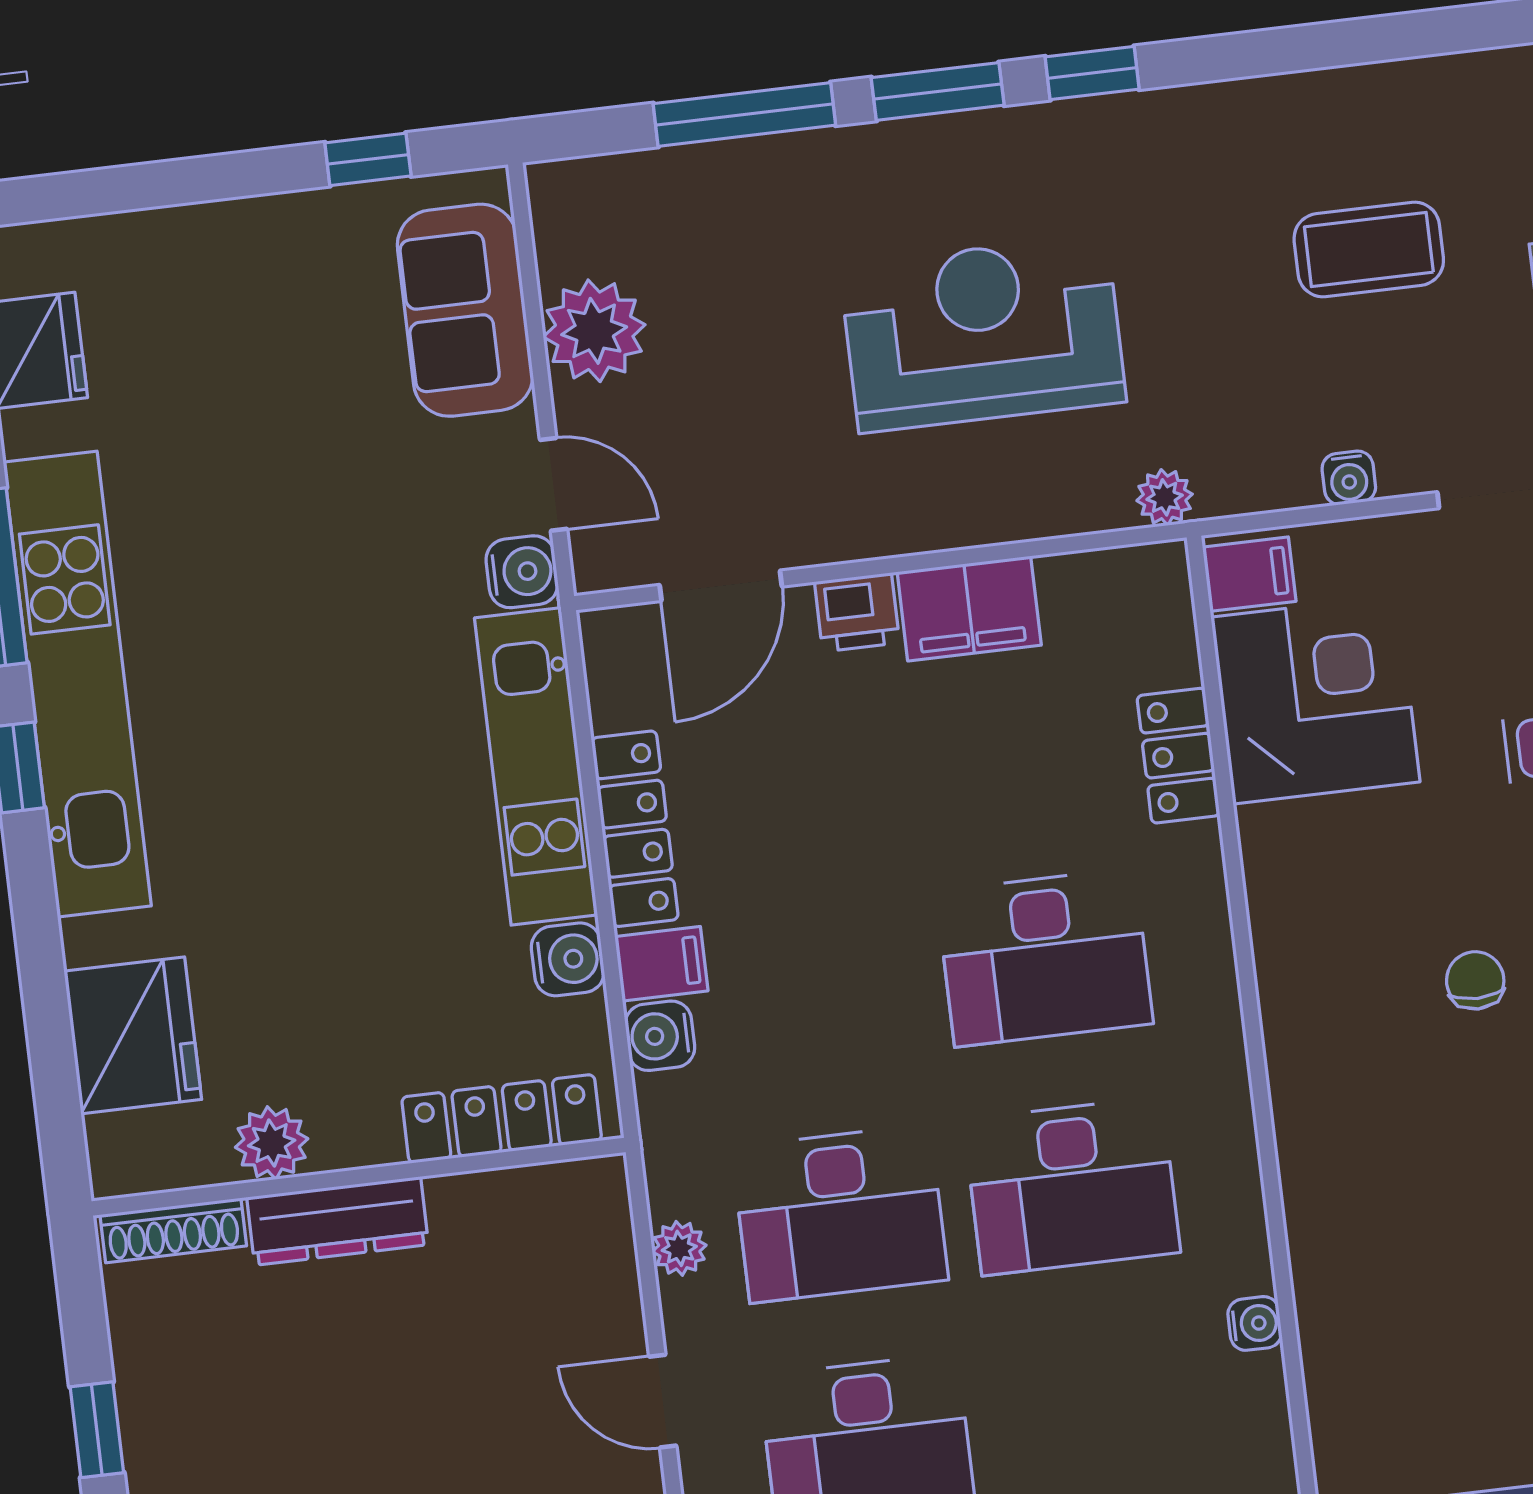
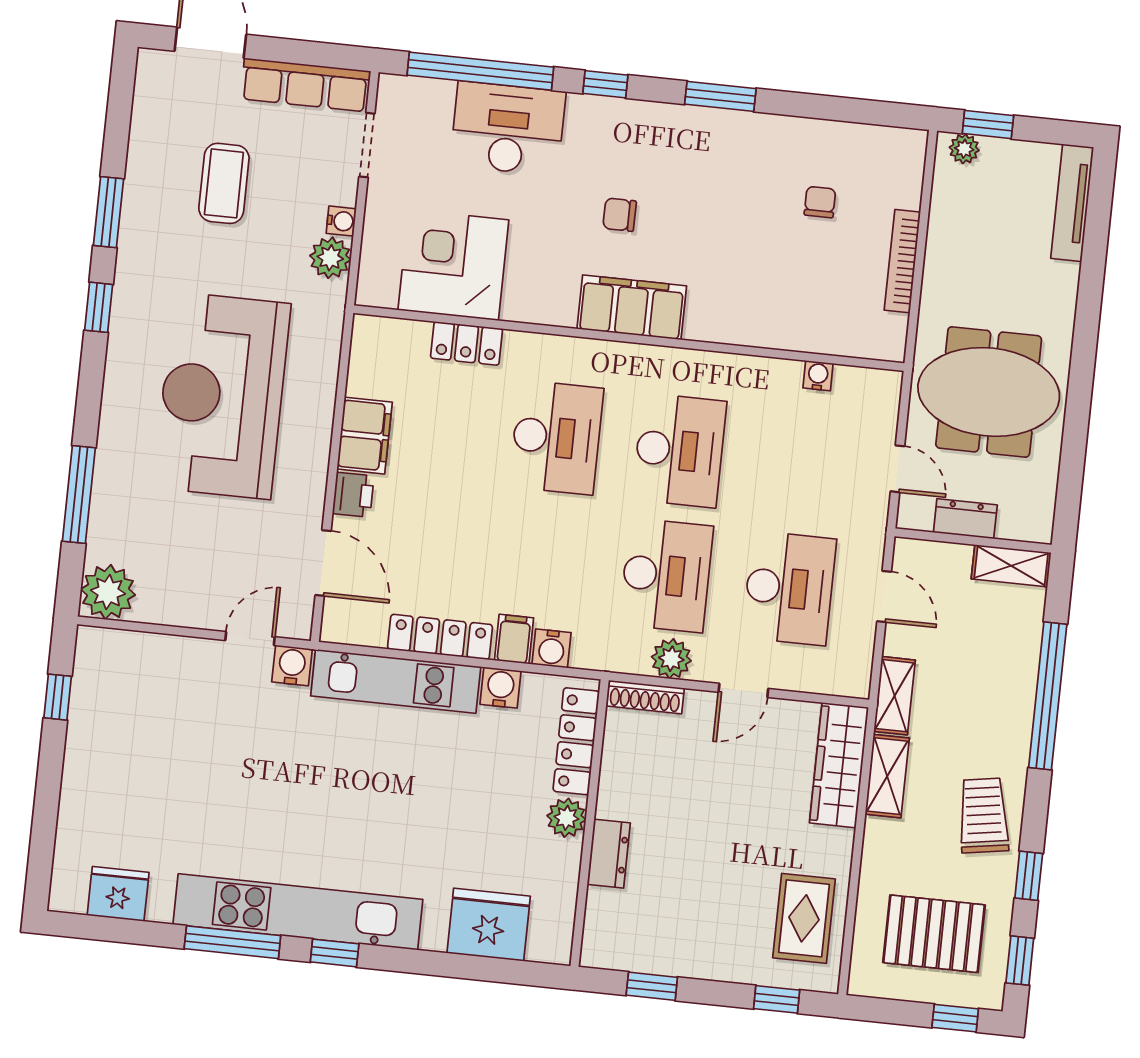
window: (938, 91) -> (109, 212), moved
sofa: (465, 310) -> (148, 664), removed
plant: (594, 331) -> (108, 592), moved
reception desk: (983, 333) -> (222, 396), width x1.36, depth x1.30
plant: (1165, 497) -> (330, 258), moved, width x1.38, depth x1.38
filing cabinet: (1249, 574) -> (632, 307), moved, width x3.00, depth x1.17
plant: (272, 1143) -> (566, 818), moved
dresser: (338, 1221) -> (609, 854), width x0.70
shoe rack: (173, 1230) -> (645, 697), moved, turned 90
plant: (679, 1248) -> (671, 659), width x1.38, depth x1.38
water cooler: (1255, 1323) -> (818, 376), moved
window: (97, 1430) -> (652, 986), moved

